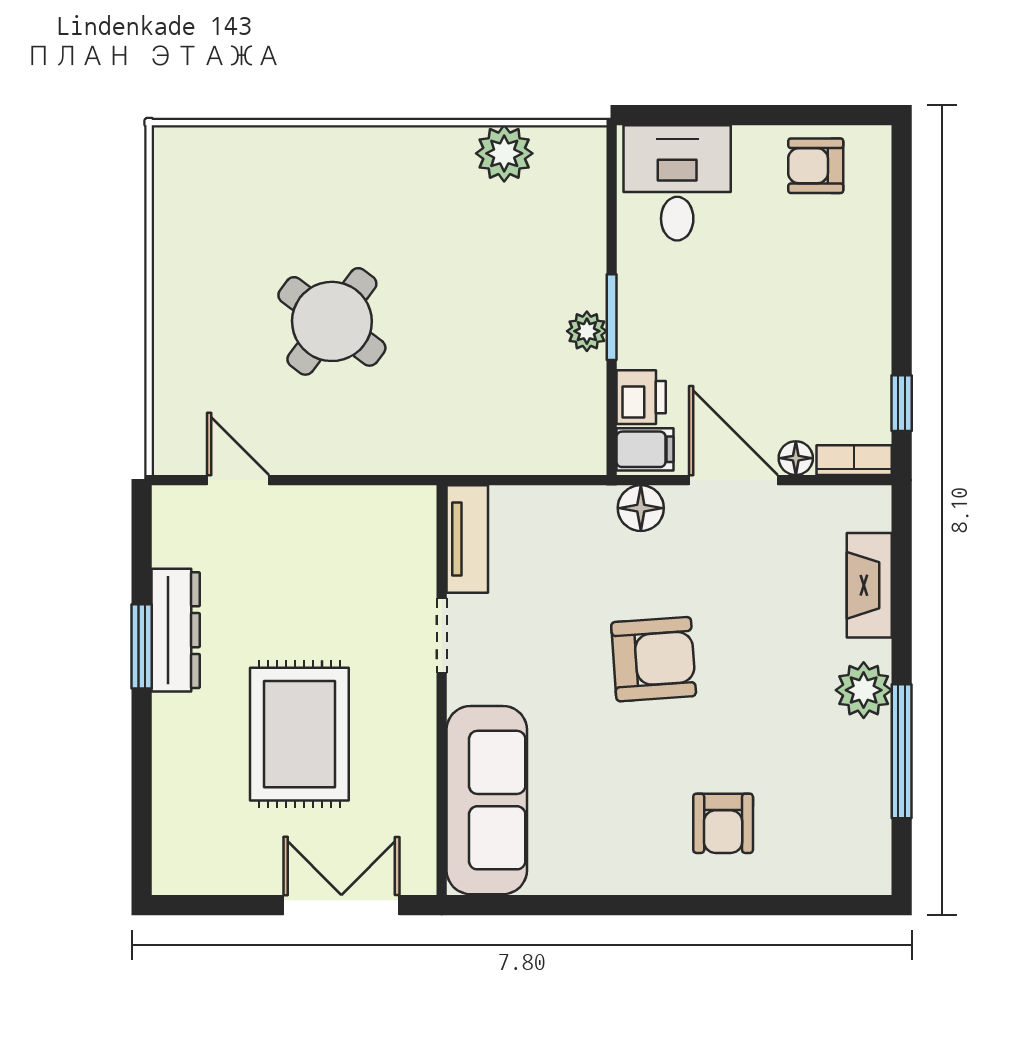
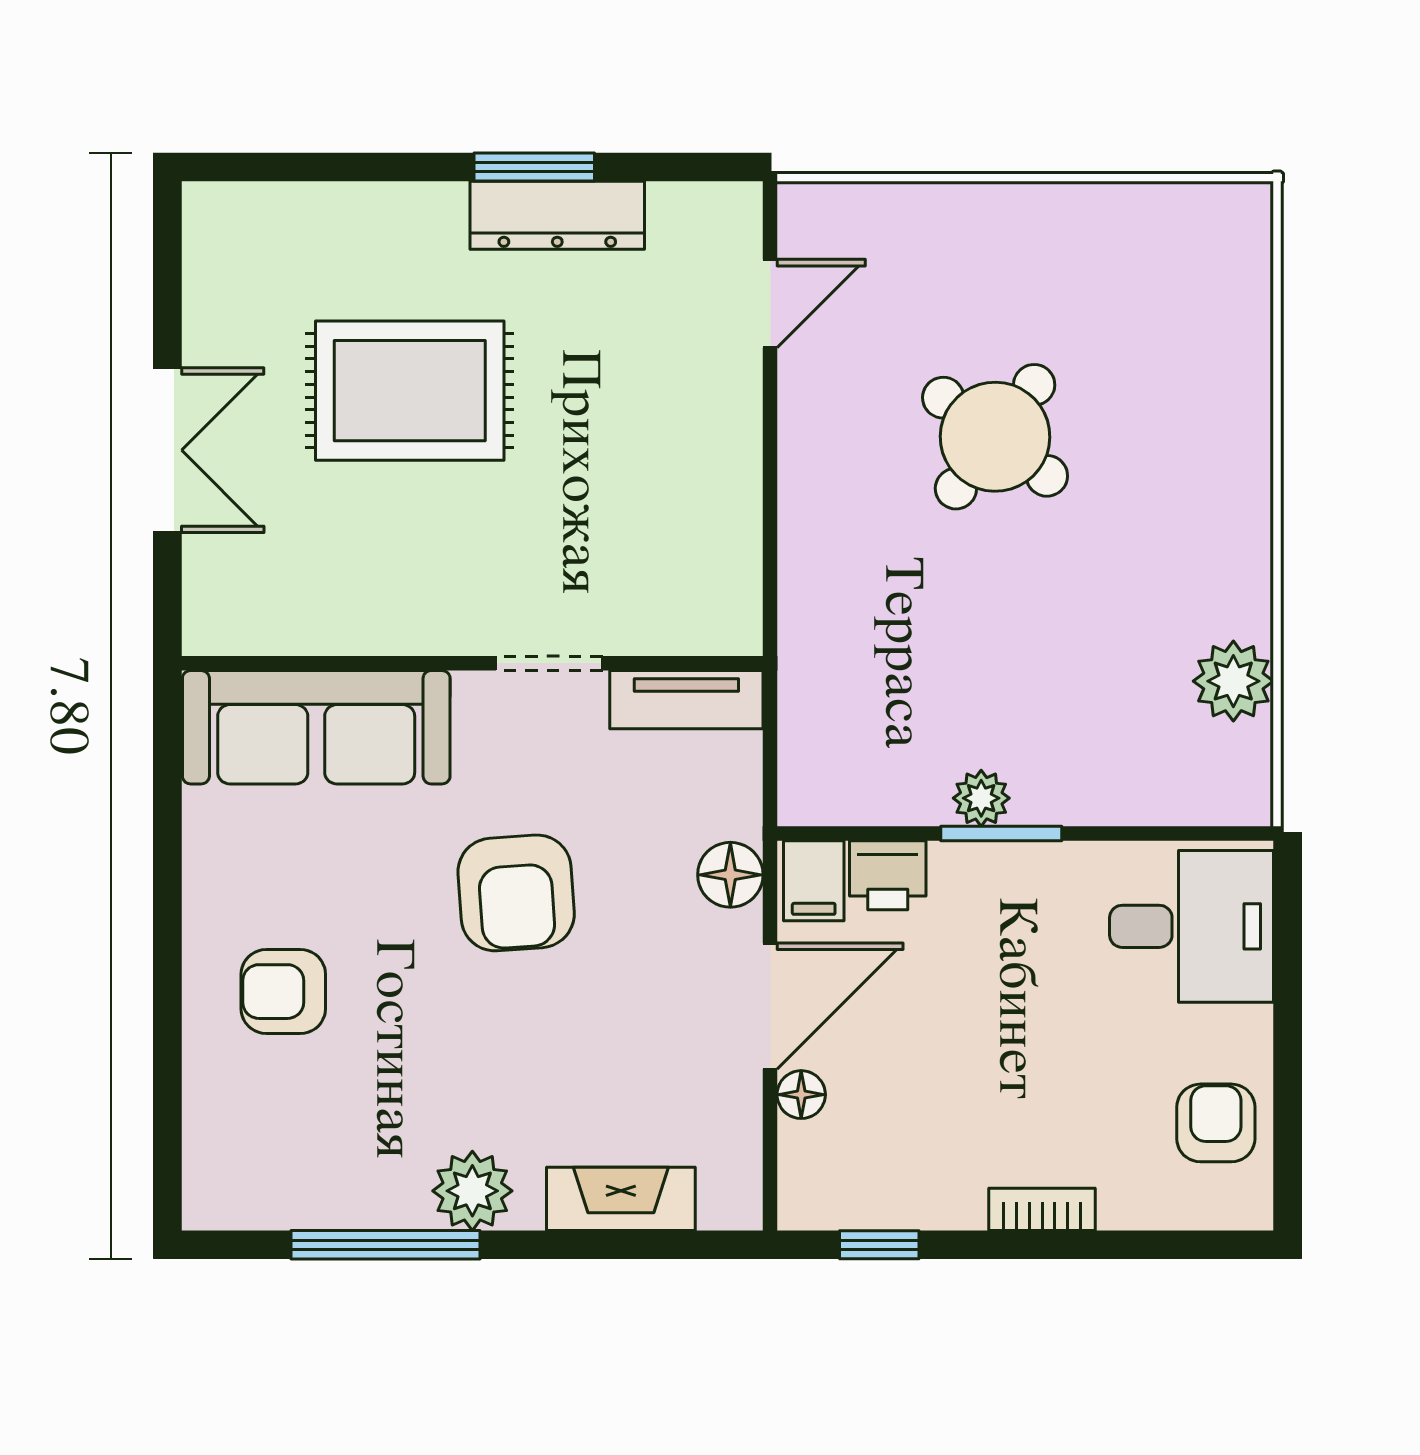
bookcase: (854, 460) -> (1042, 1209), moved, turned -90
tv unit: (467, 539) -> (686, 700), moved
doorway: (442, 636) -> (549, 663), moved
wall: (442, 690) -> (472, 663), moved
sofa: (487, 800) -> (316, 727), moved

